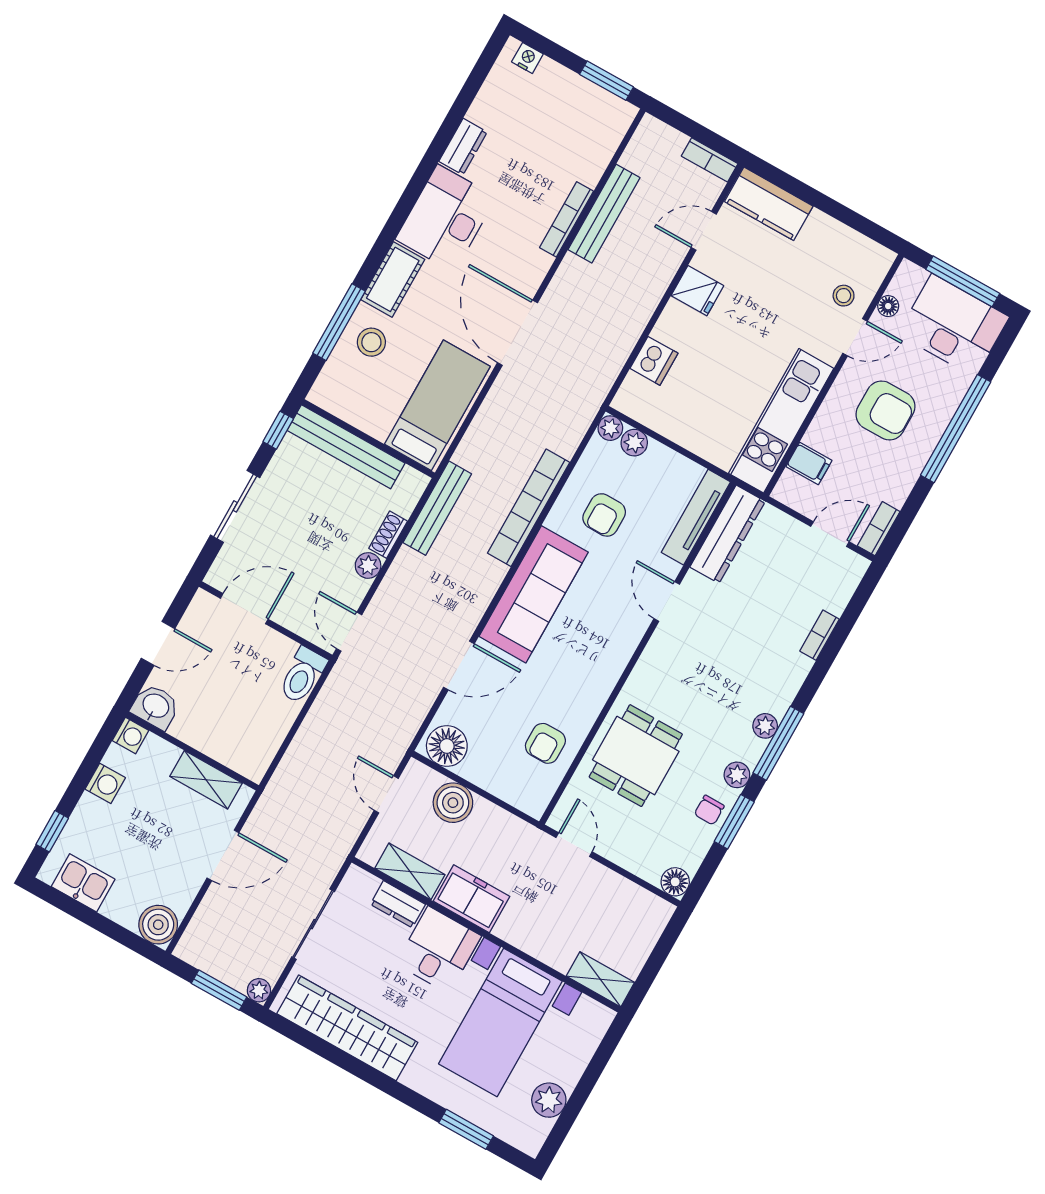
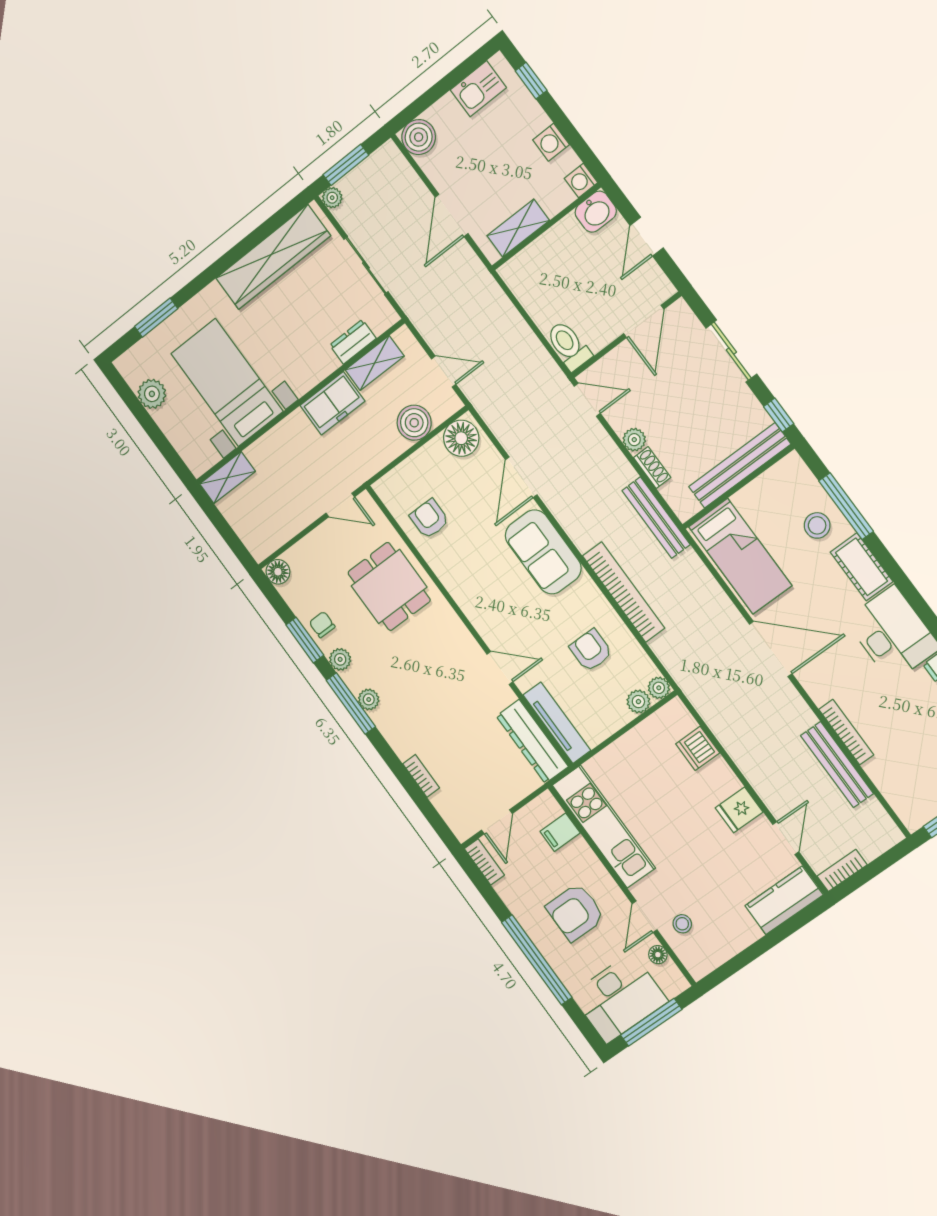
sofa: (534, 594) -> (543, 552), width x0.73
desk: (438, 950) -> (304, 358), removed

